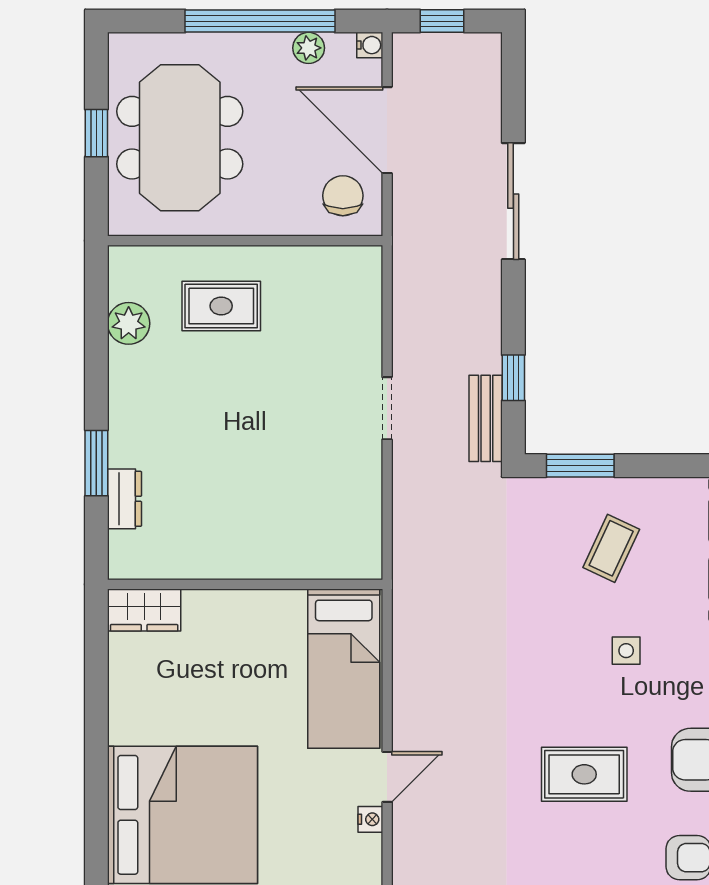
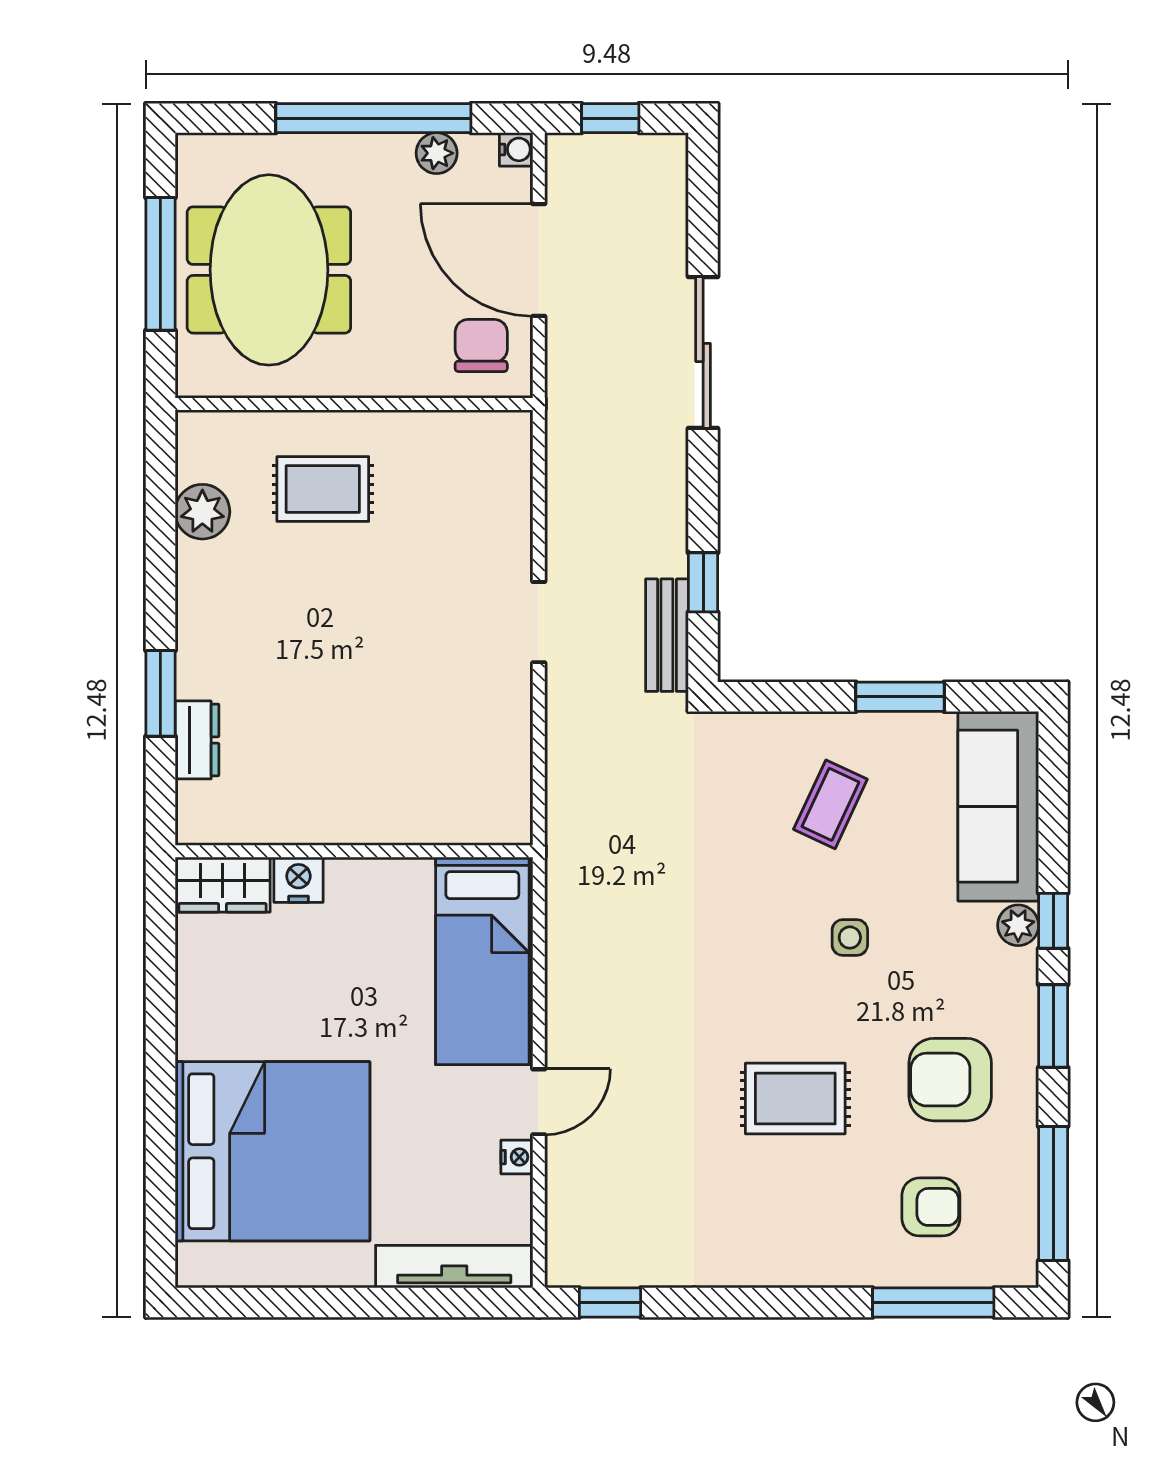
window: (96, 133) -> (160, 264), width x2.17
window: (580, 466) -> (900, 697), moved
nightstand: (202, 606) -> (298, 880), added

